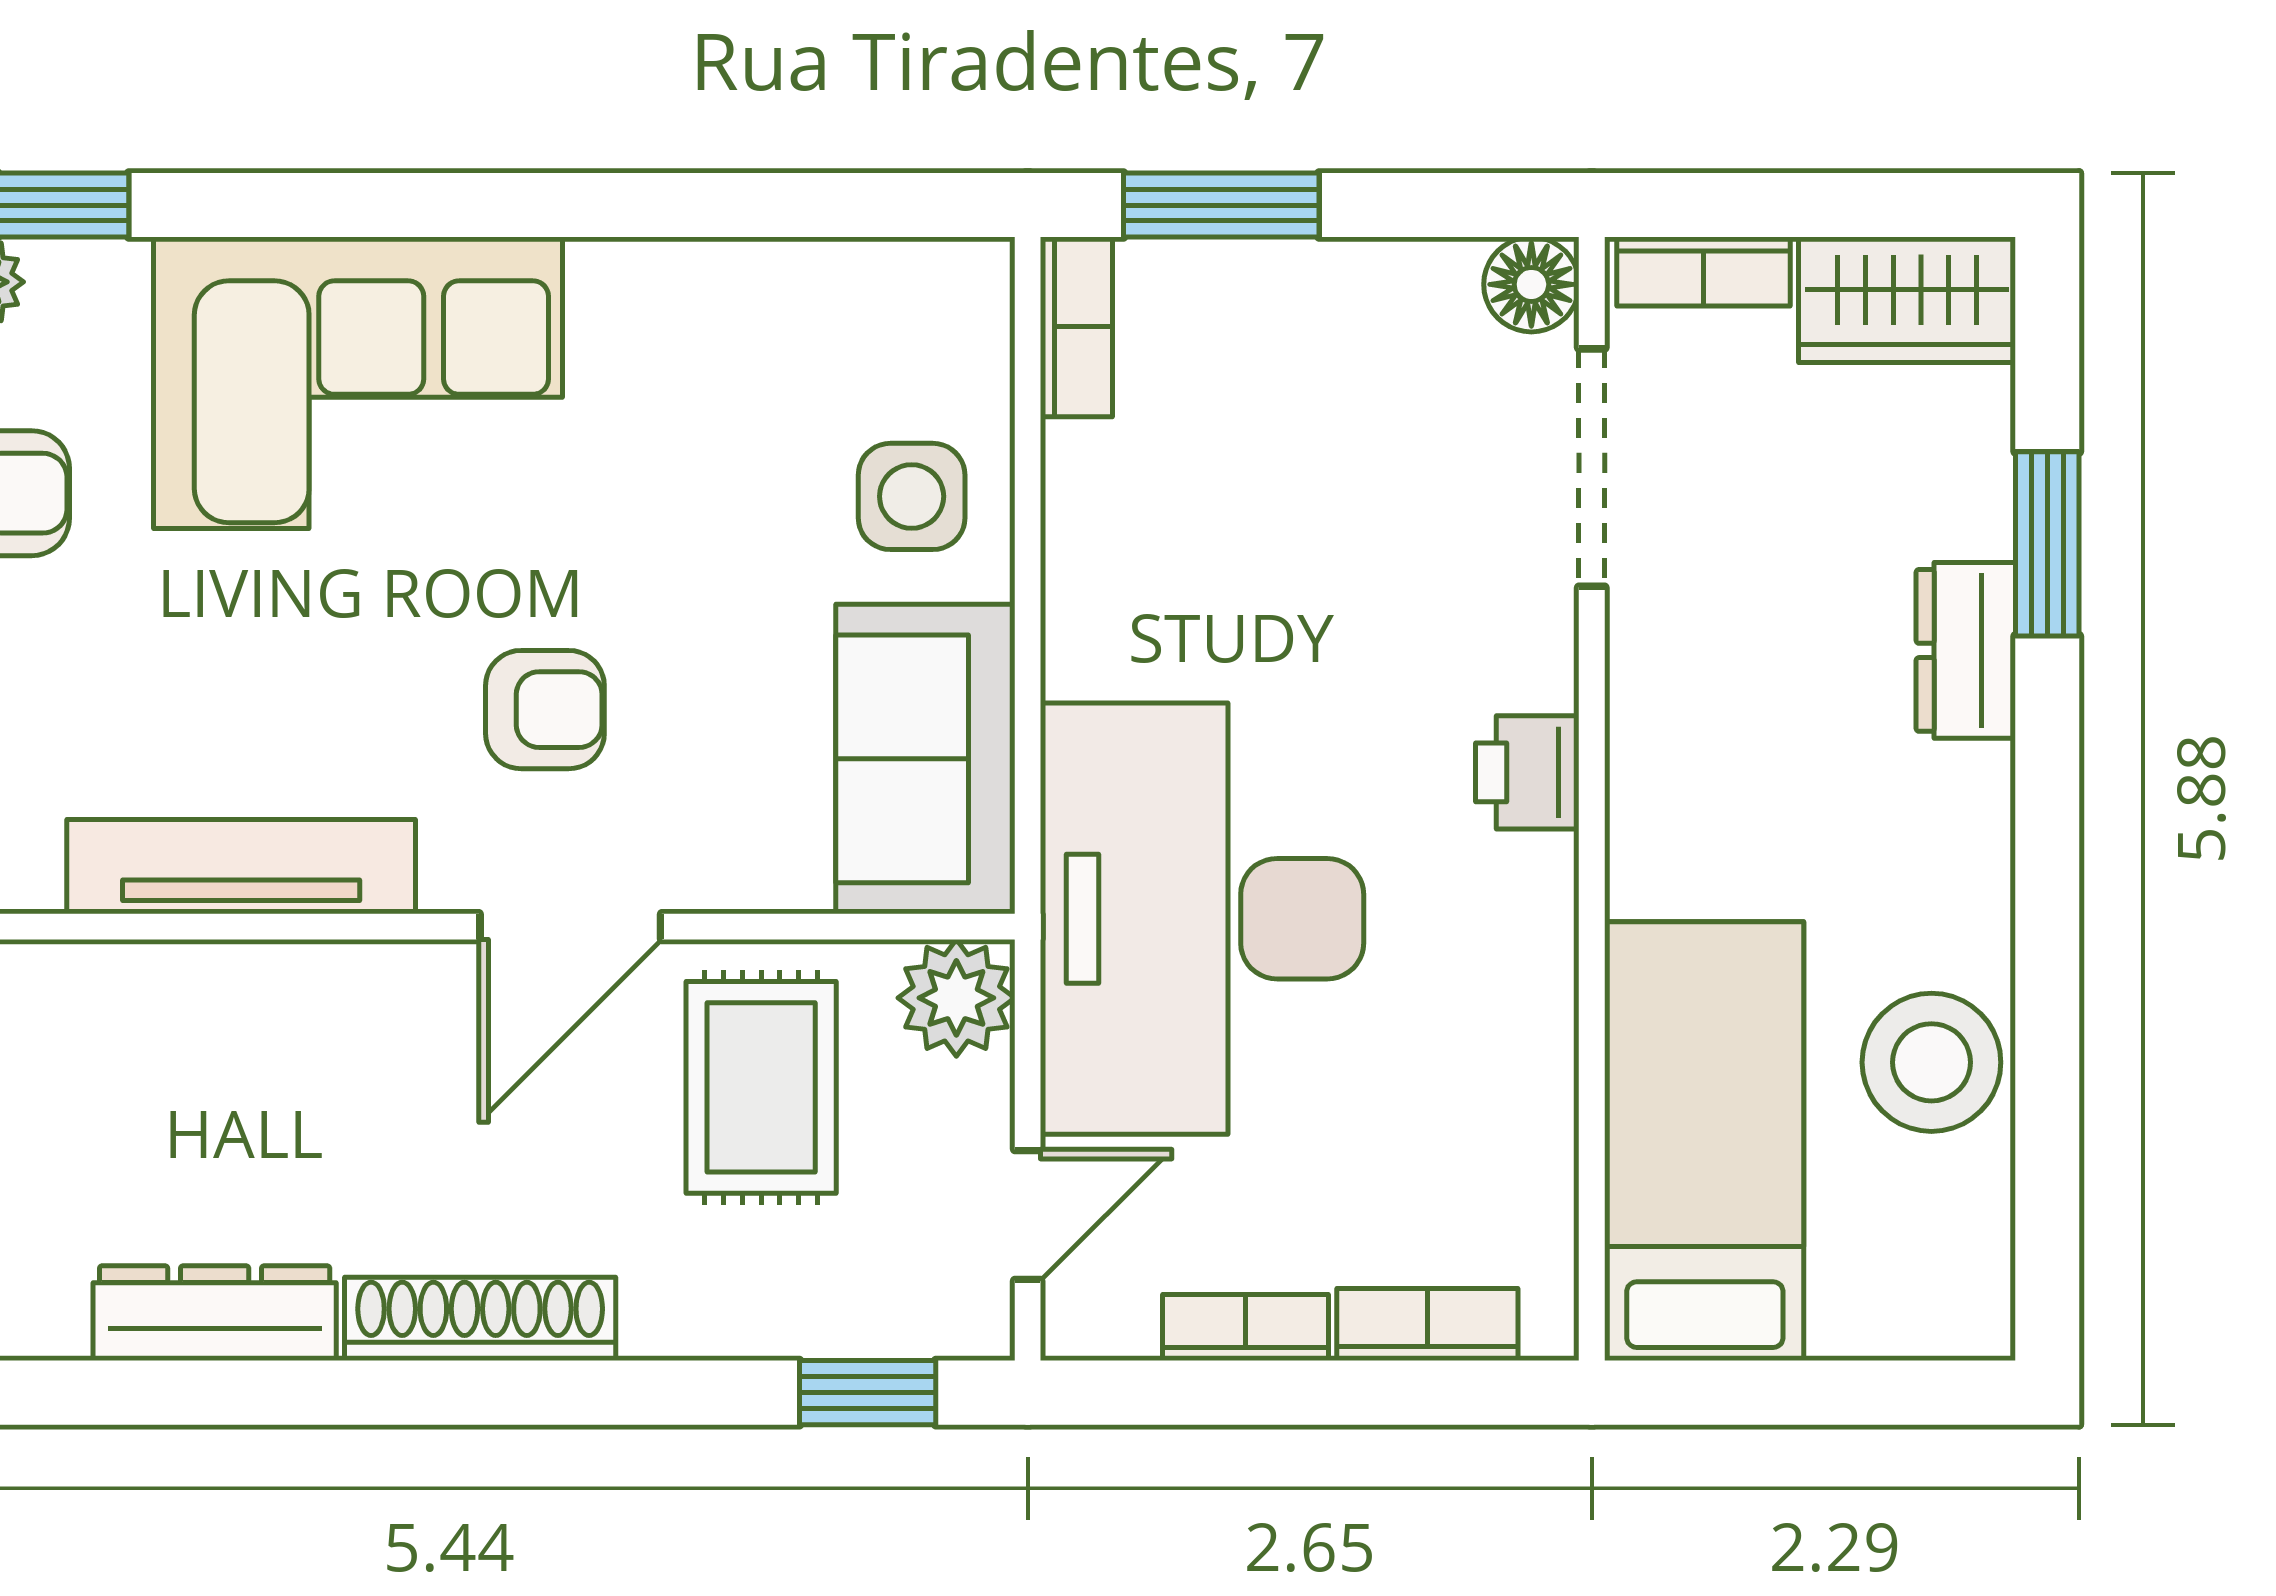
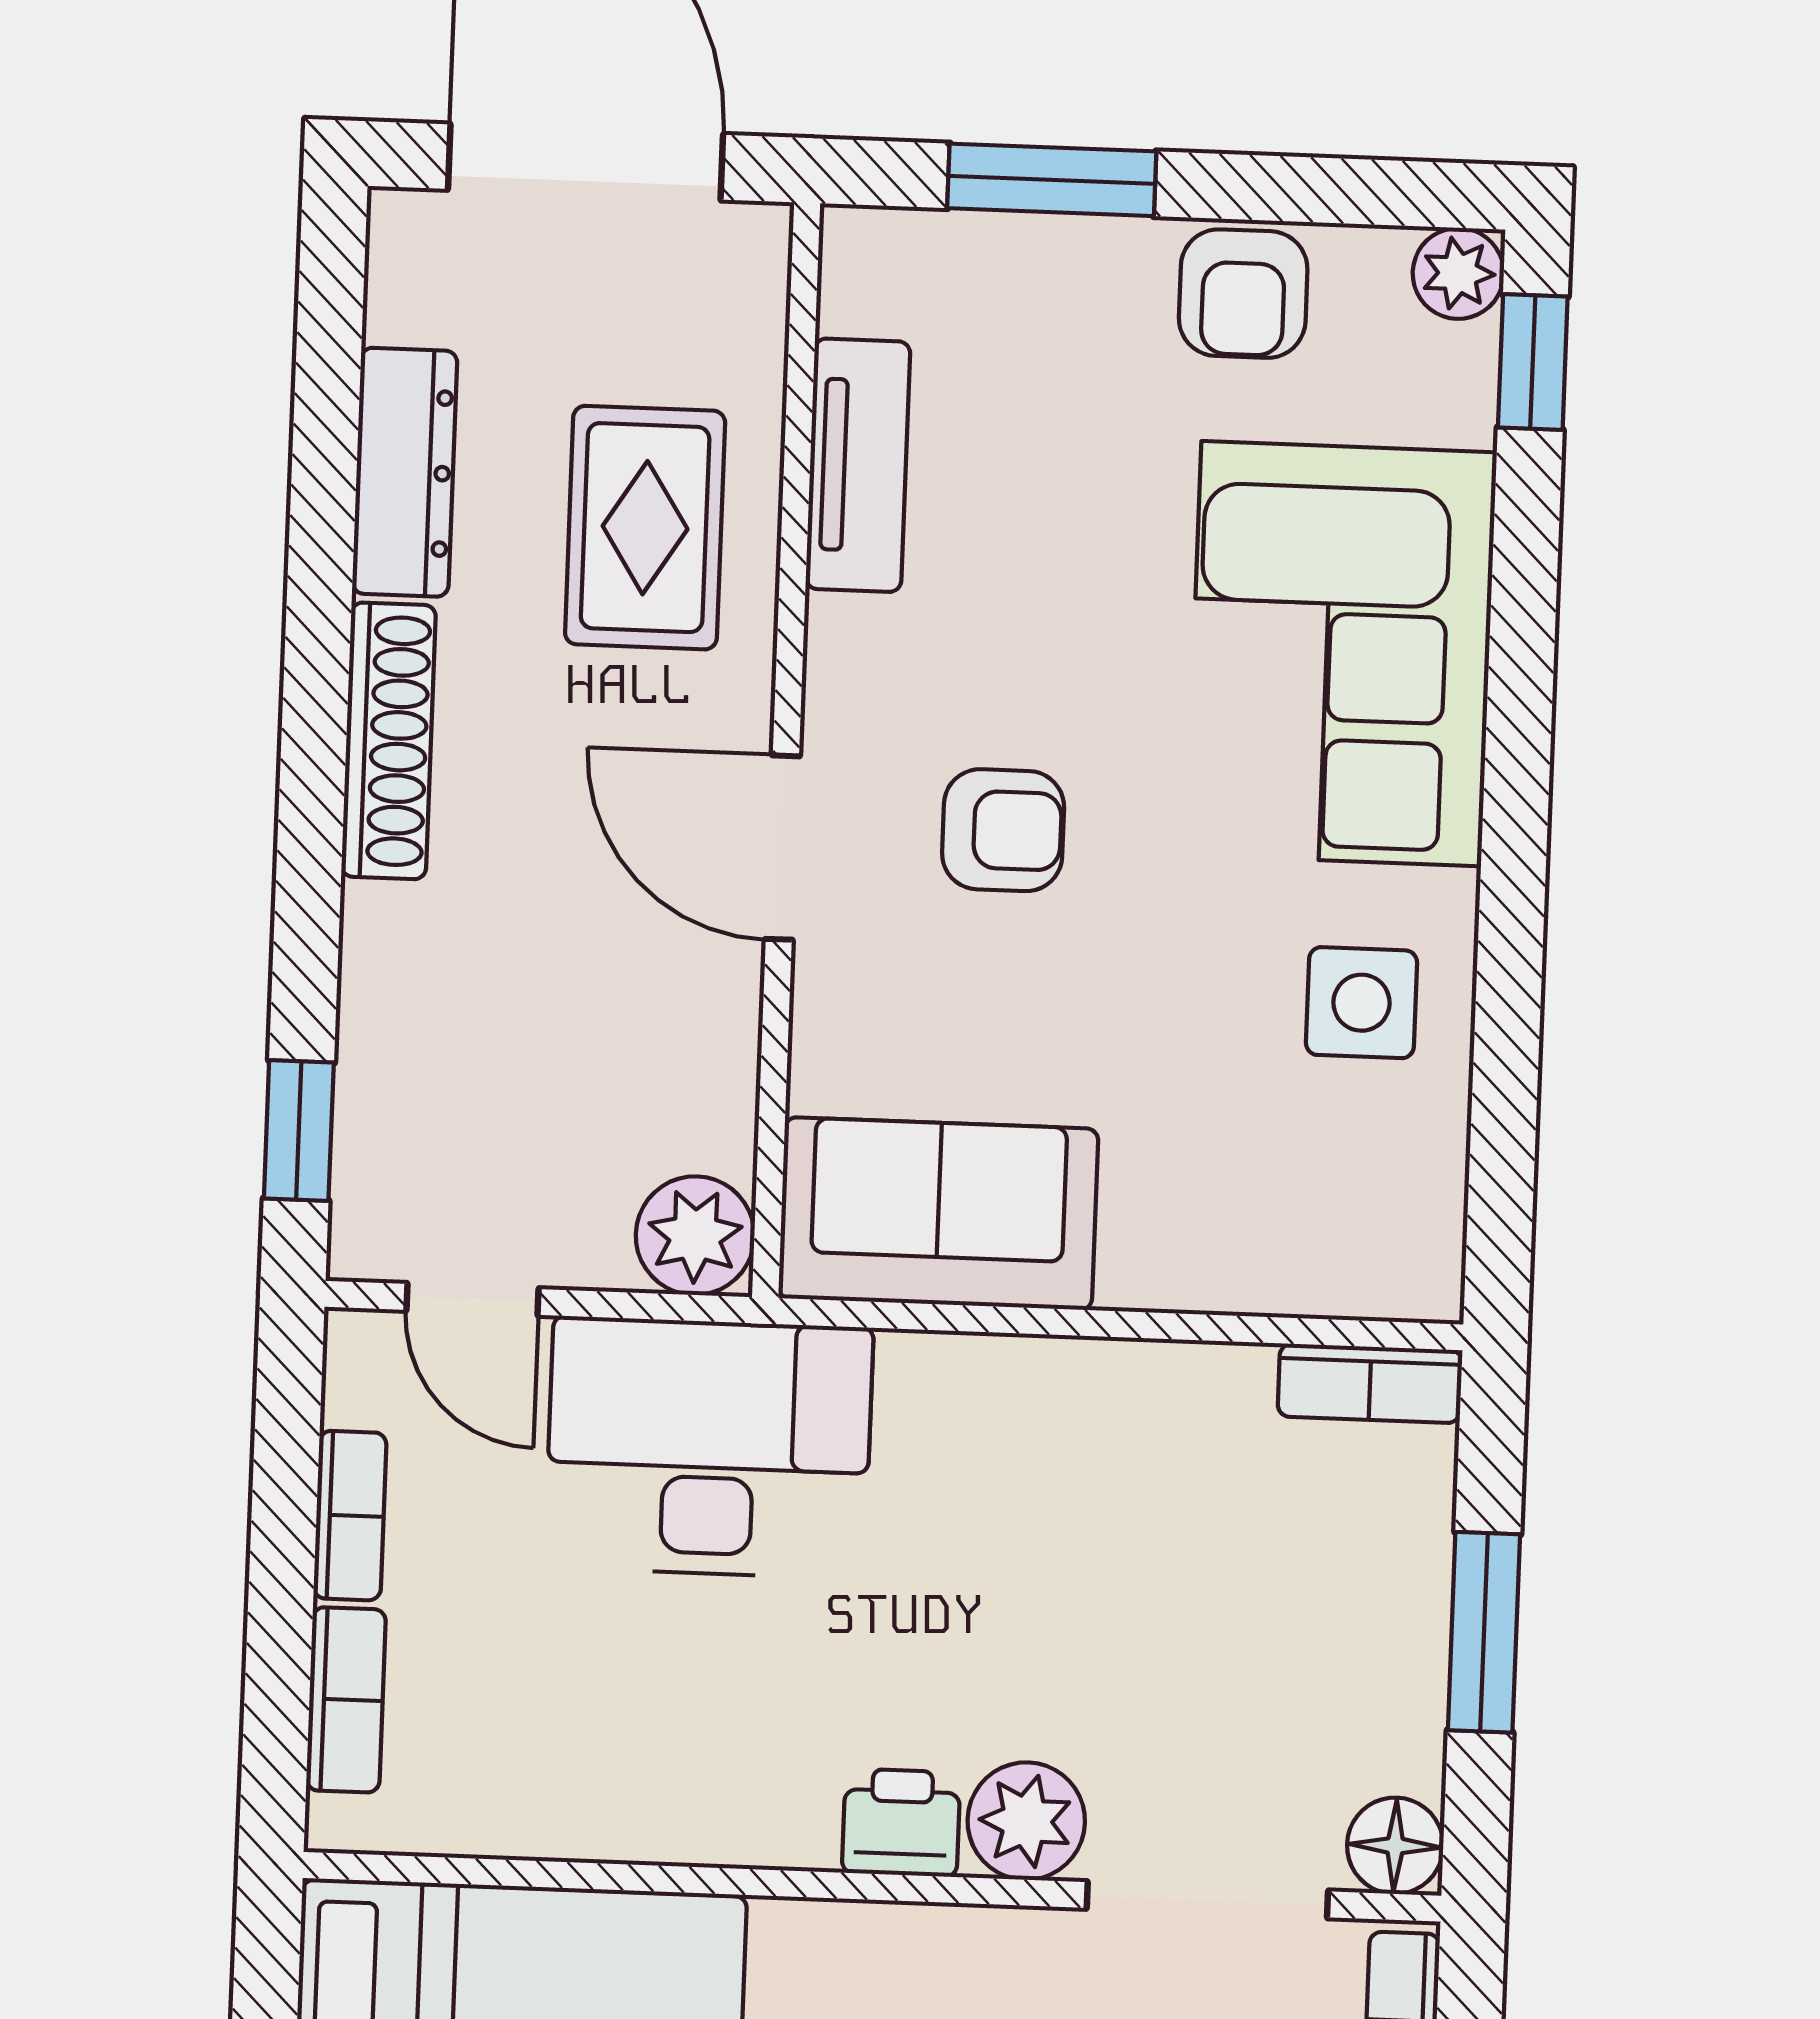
window: (1221, 205) -> (1484, 1632), moved
side table: (912, 496) -> (1362, 1003), moved
plant: (1521, 649) -> (1026, 1821), added
armchair: (545, 710) -> (1003, 830), turned -90
tv unit: (241, 867) -> (858, 465), width x0.71
desk: (1202, 919) -> (709, 1447), width x0.73, depth x0.77
rug: (761, 1087) -> (645, 528), moved, turned 90

